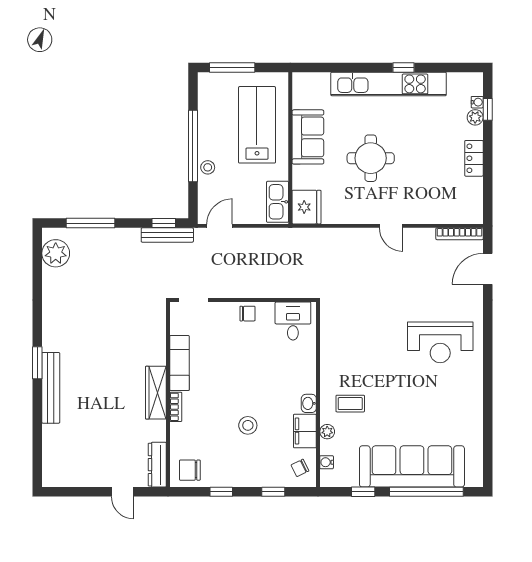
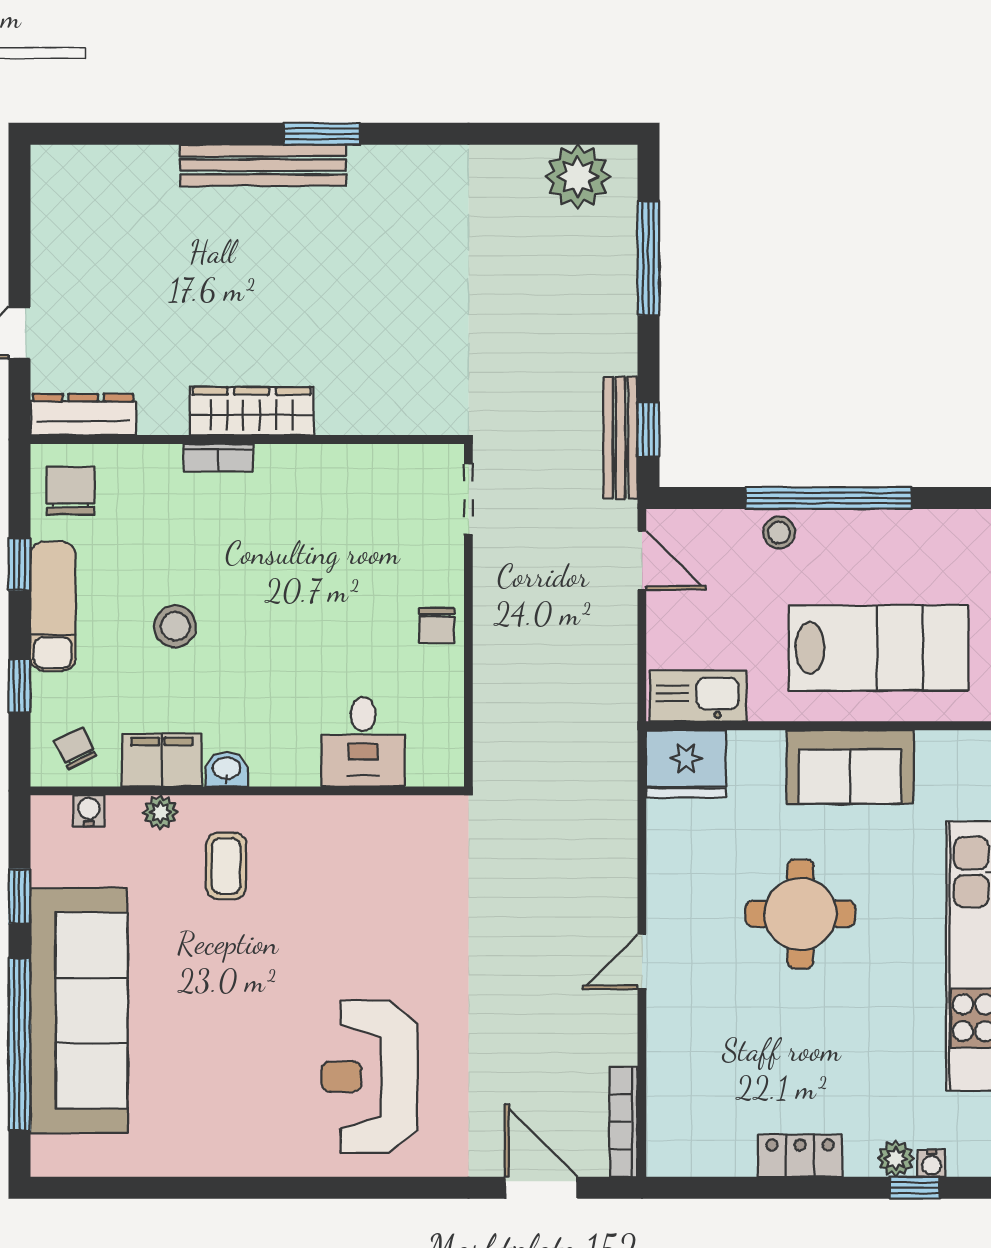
desk: (293, 321) -> (363, 742), moved, turned 90
exam couch: (179, 363) -> (53, 606), moved, turned -90

